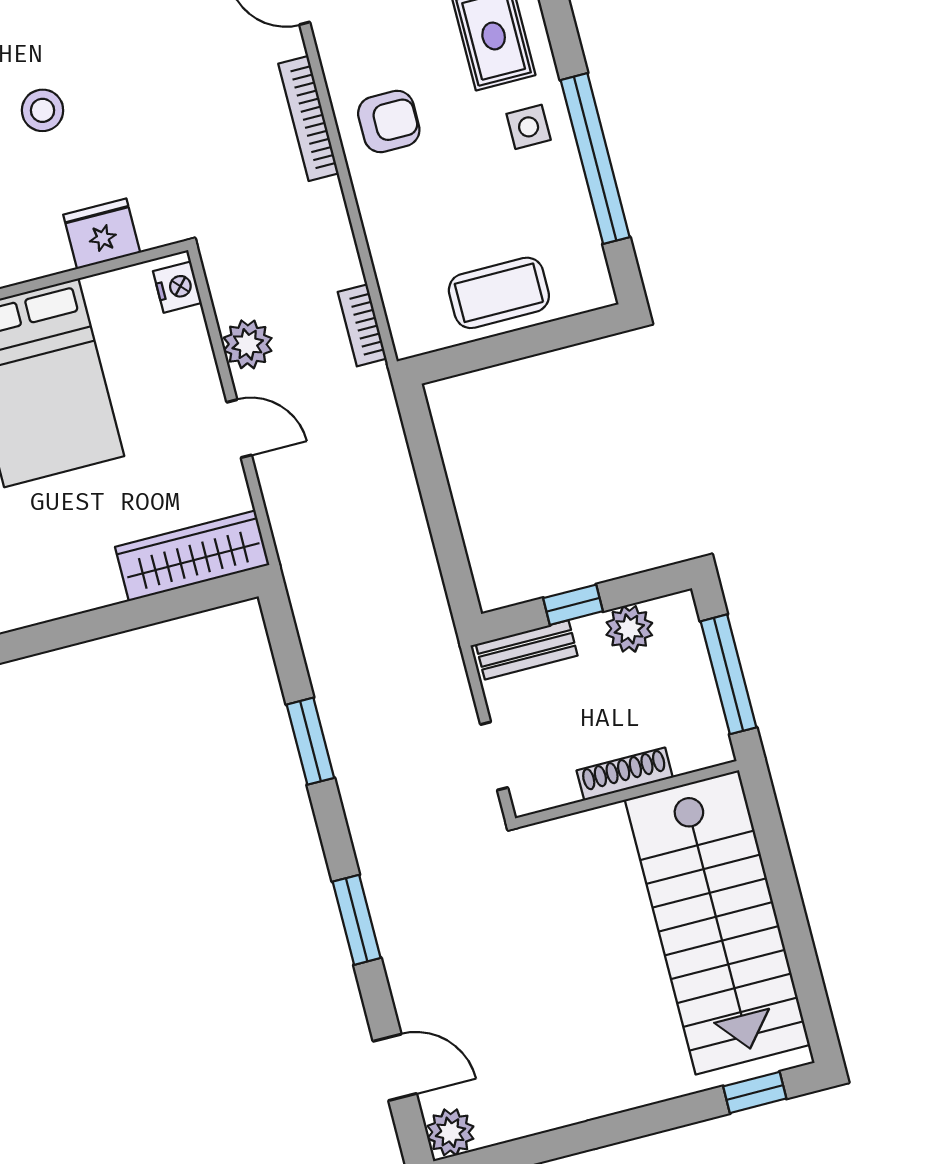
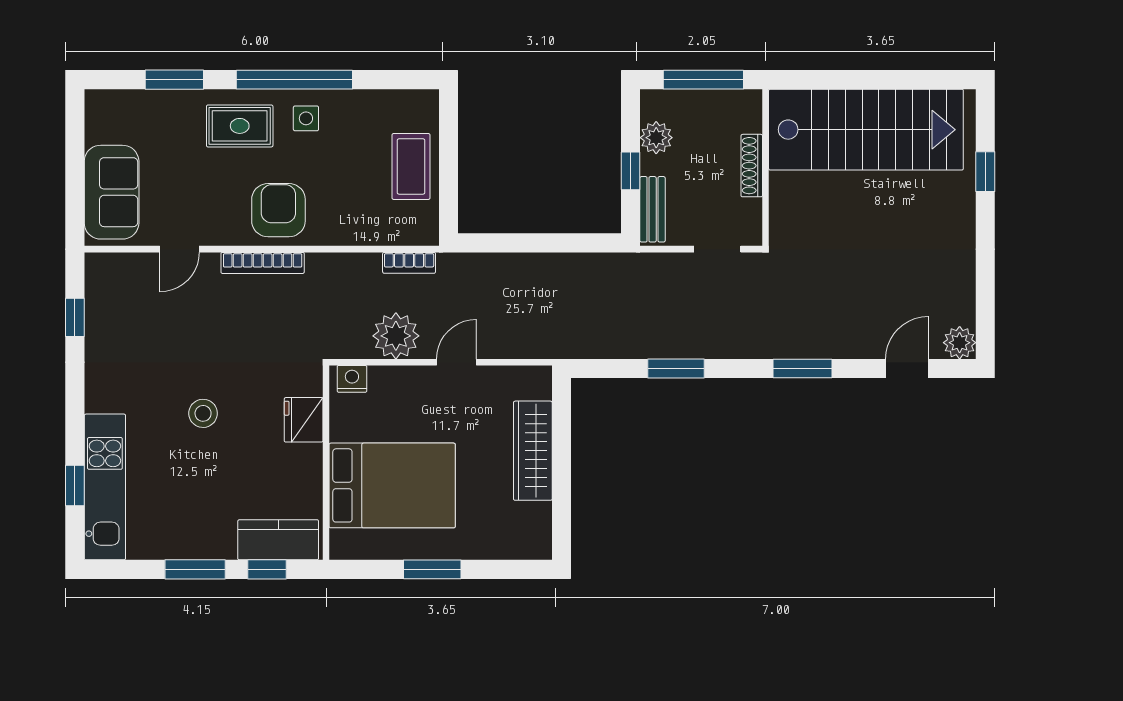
stool: (43, 110) -> (203, 413), moved
armchair: (389, 121) -> (278, 210), width x1.38, depth x1.38
window: (595, 159) -> (294, 80), moved
plant: (248, 344) -> (396, 336), width x1.36, depth x1.36
wardrobe: (192, 556) -> (533, 451), moved
window: (755, 1092) -> (985, 172), moved

